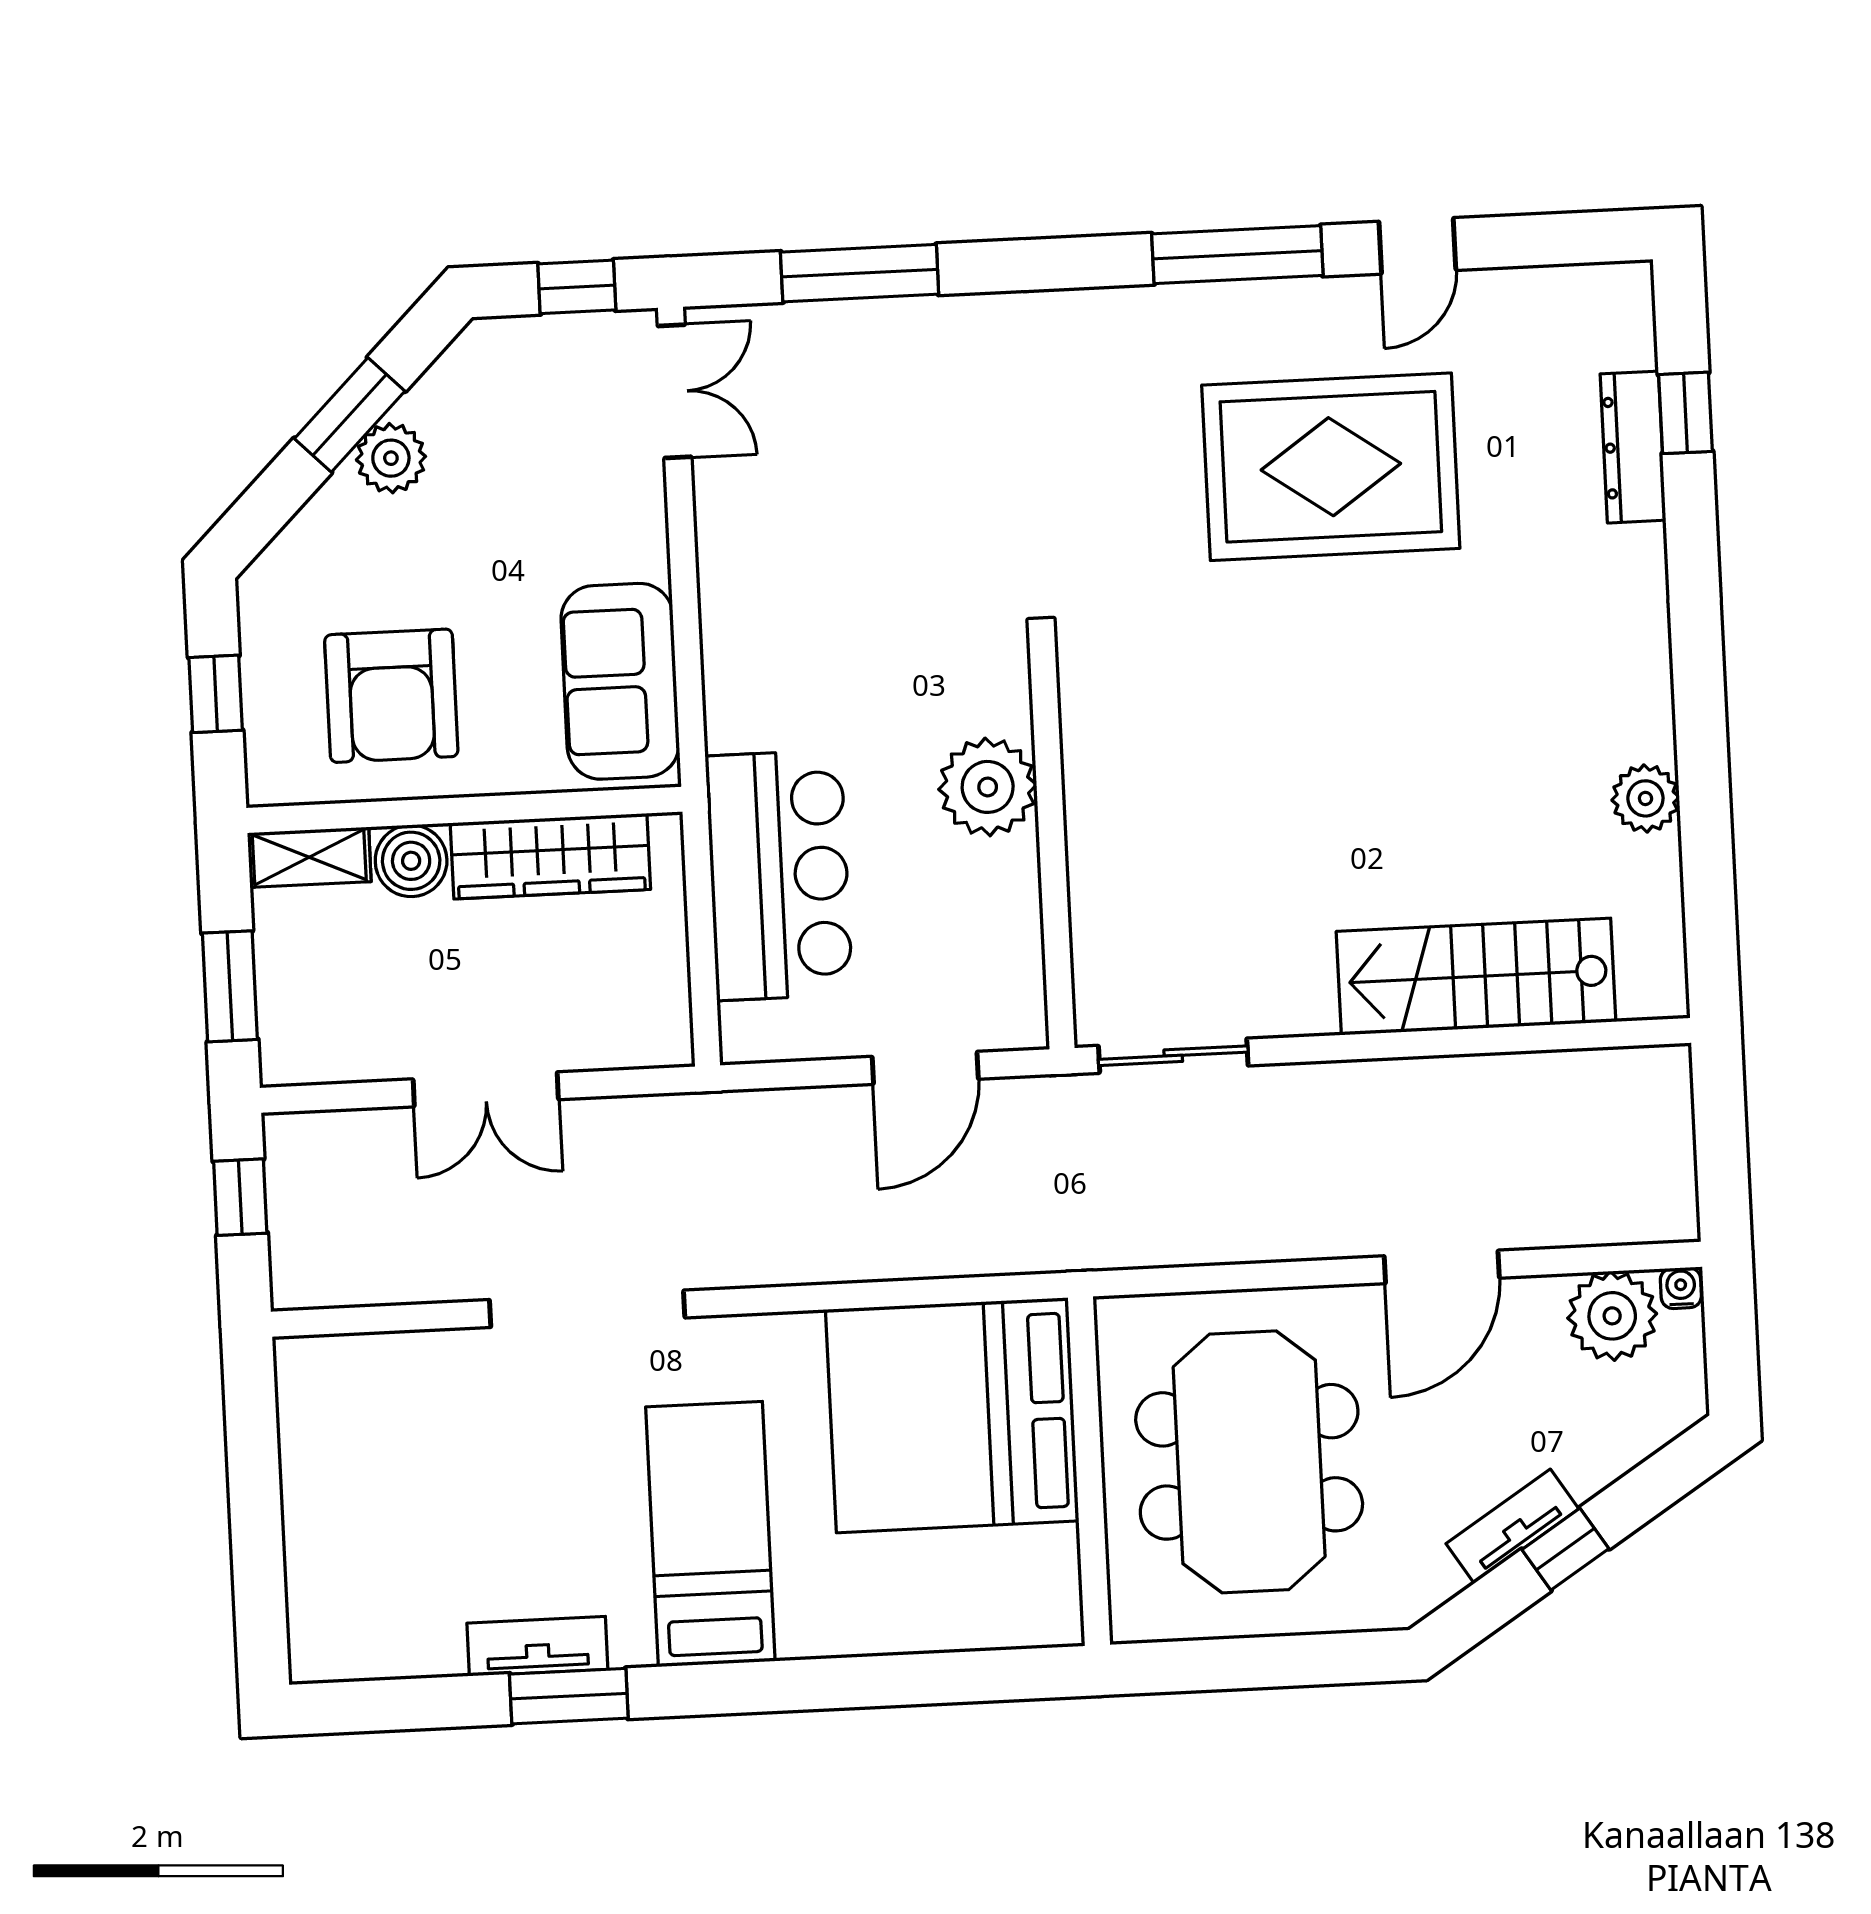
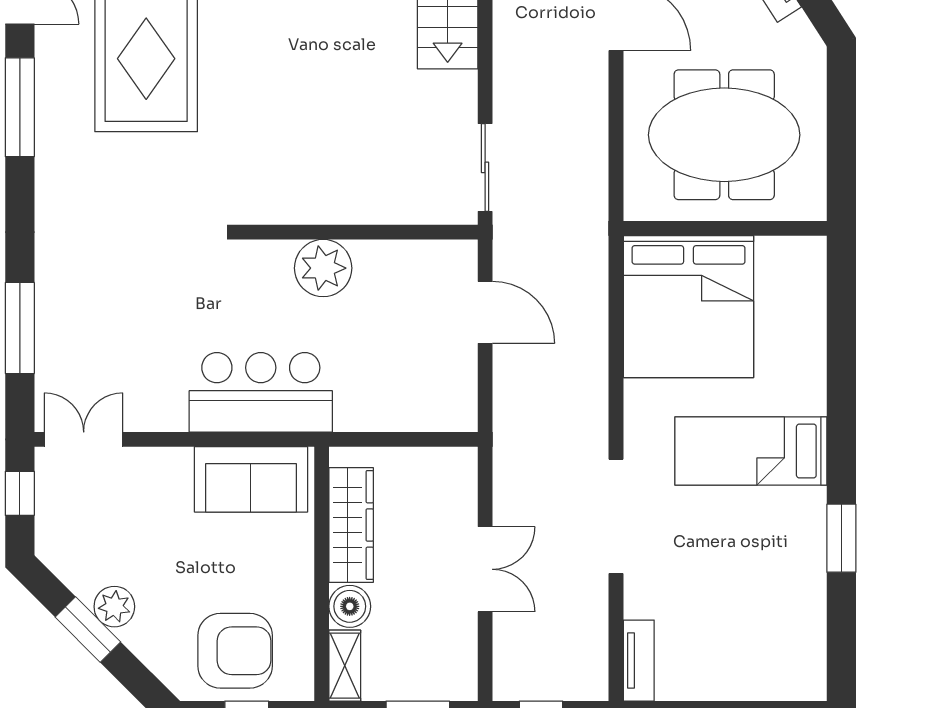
armchair: (391, 696) -> (235, 651), moved
bar counter: (779, 875) -> (261, 392), moved
tv unit: (537, 1646) -> (639, 661), moved, turned 180

